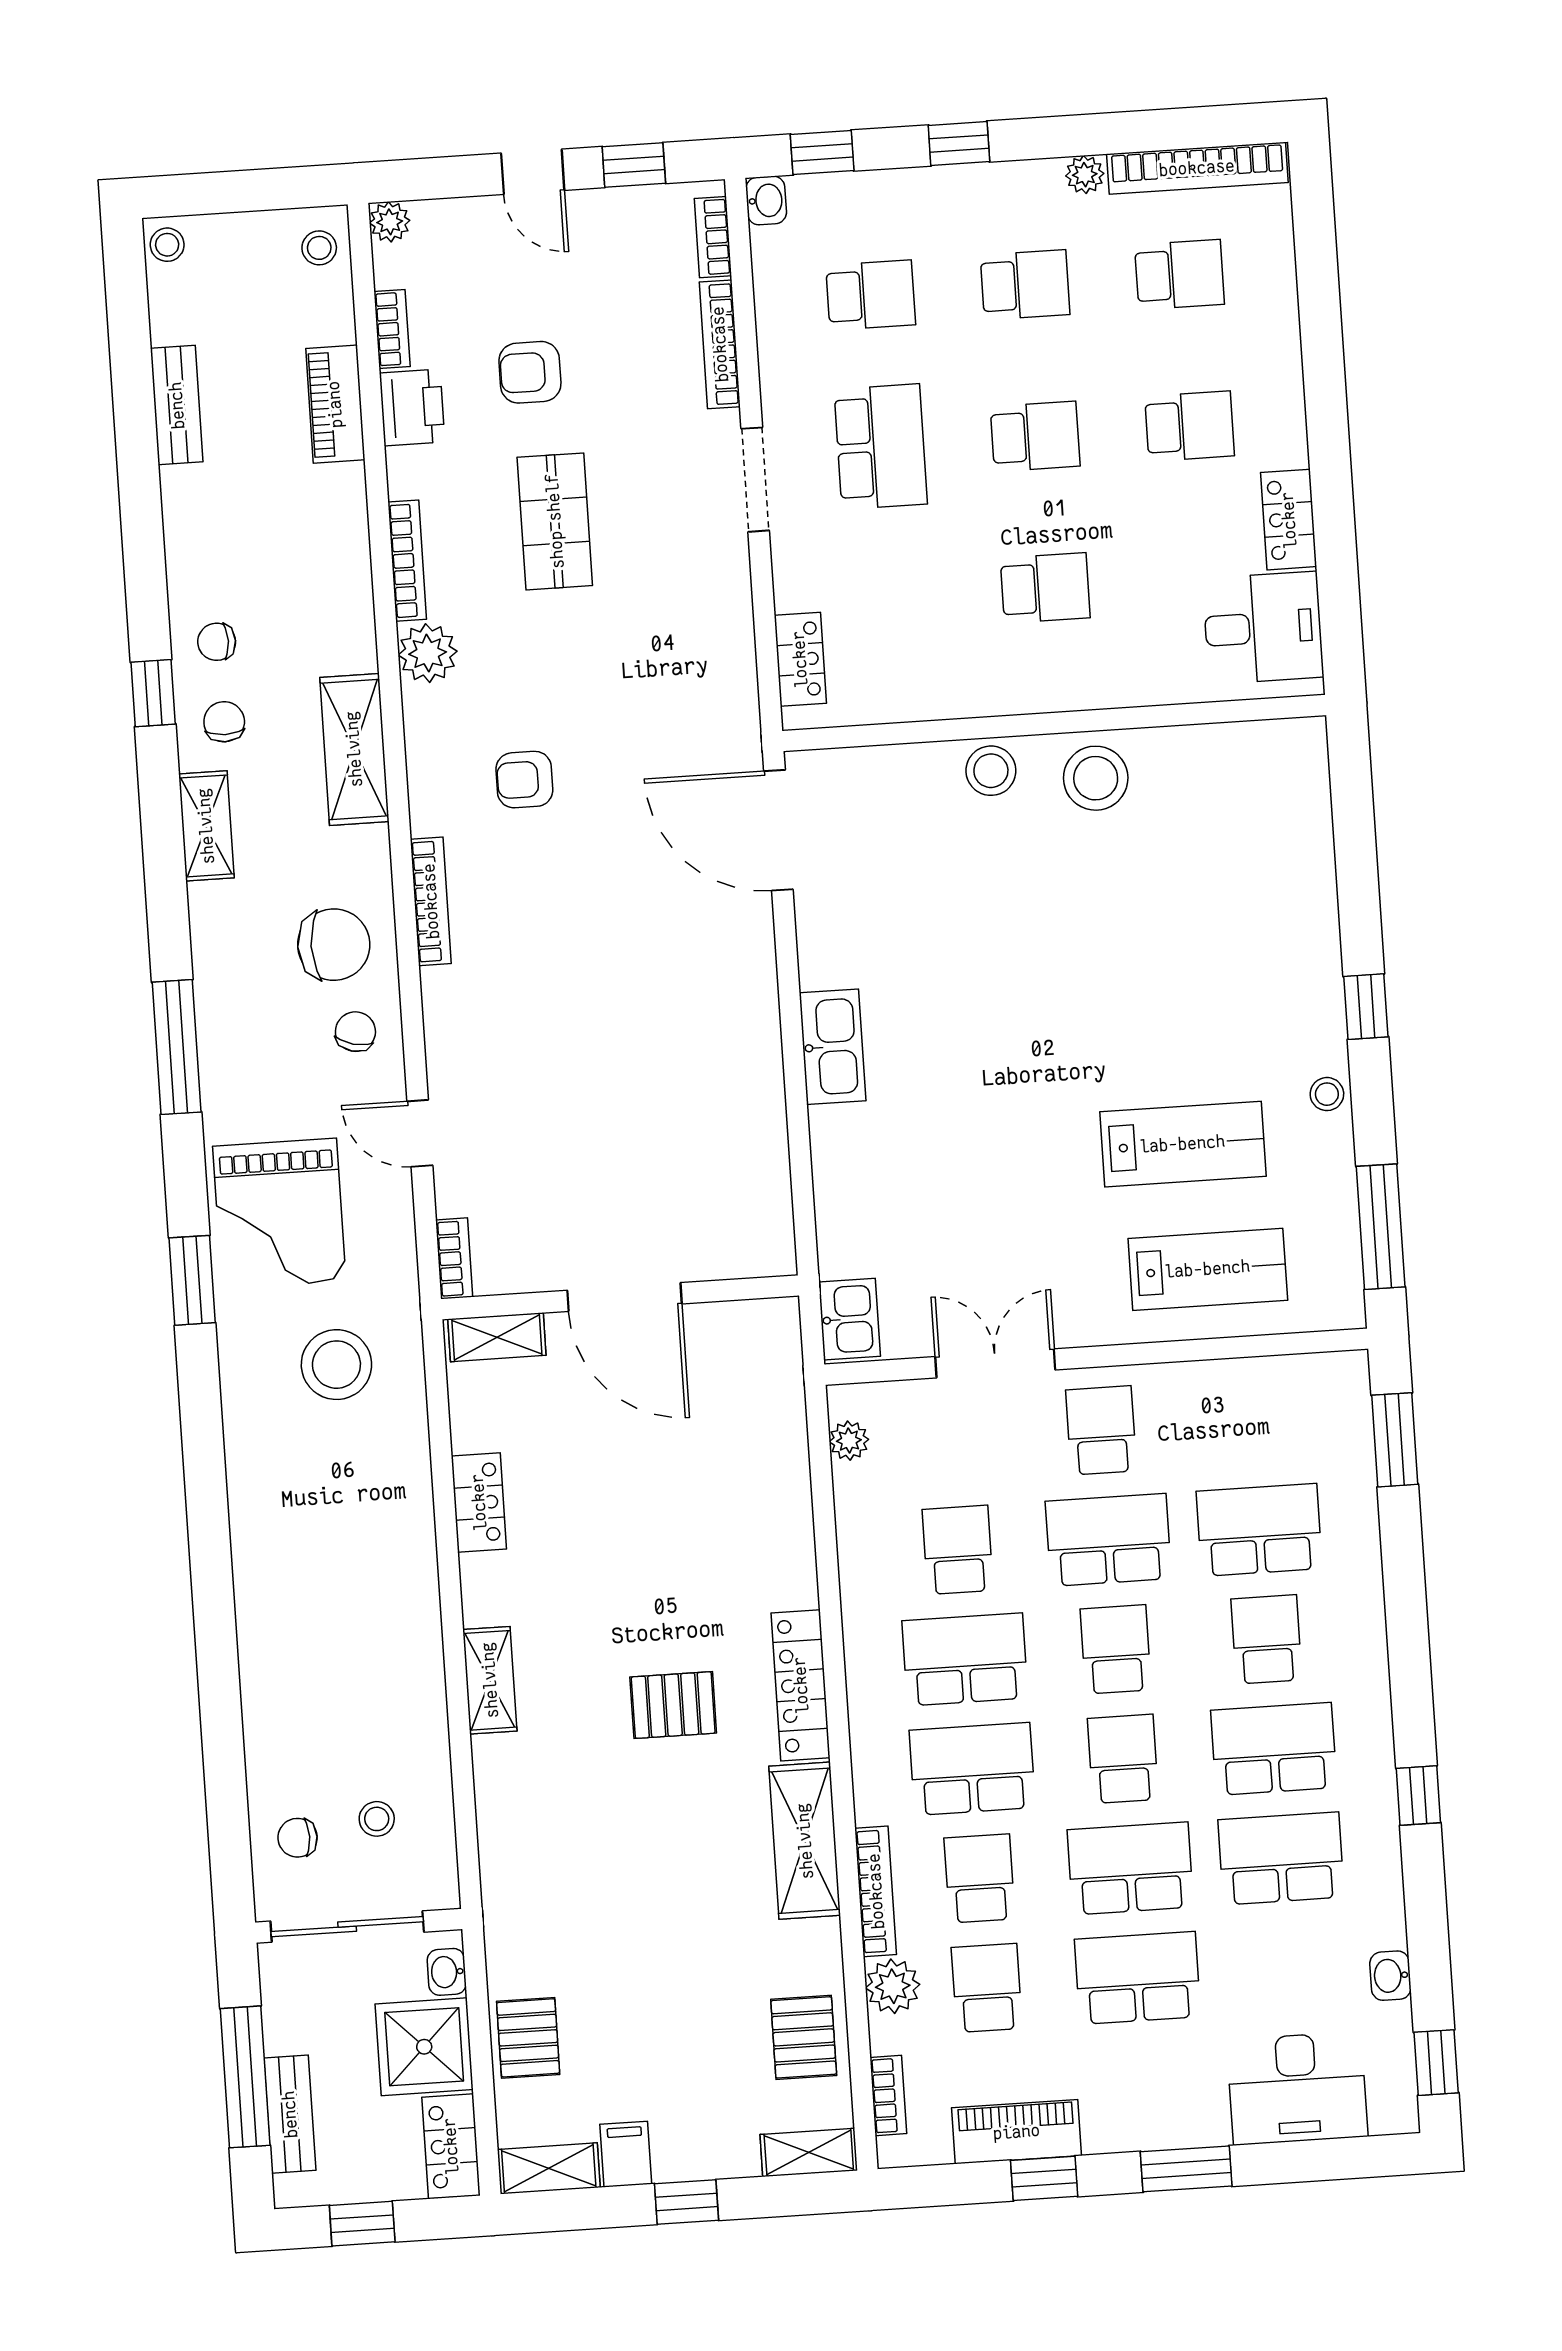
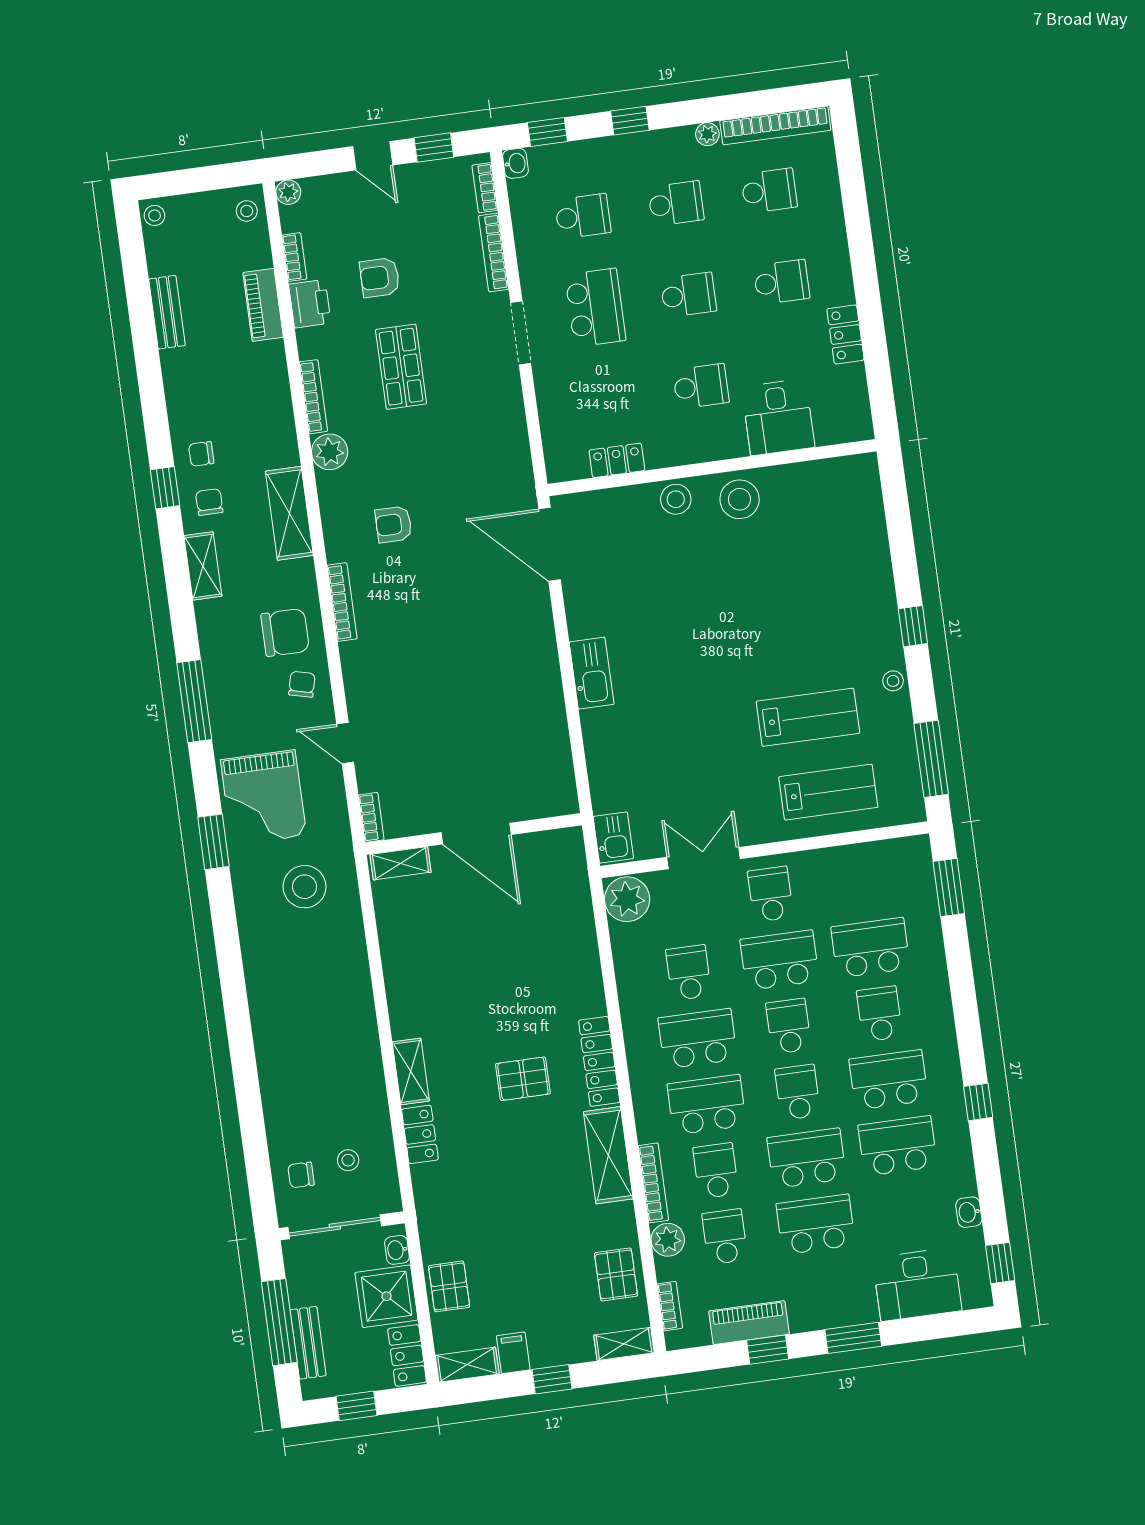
desk: (1263, 628) -> (778, 417), moved, turned 90
locker: (800, 659) -> (617, 460), moved, turned -90
plant: (849, 1441) -> (627, 899), width x1.88, depth x1.88
locker: (479, 1502) -> (420, 1134), moved

